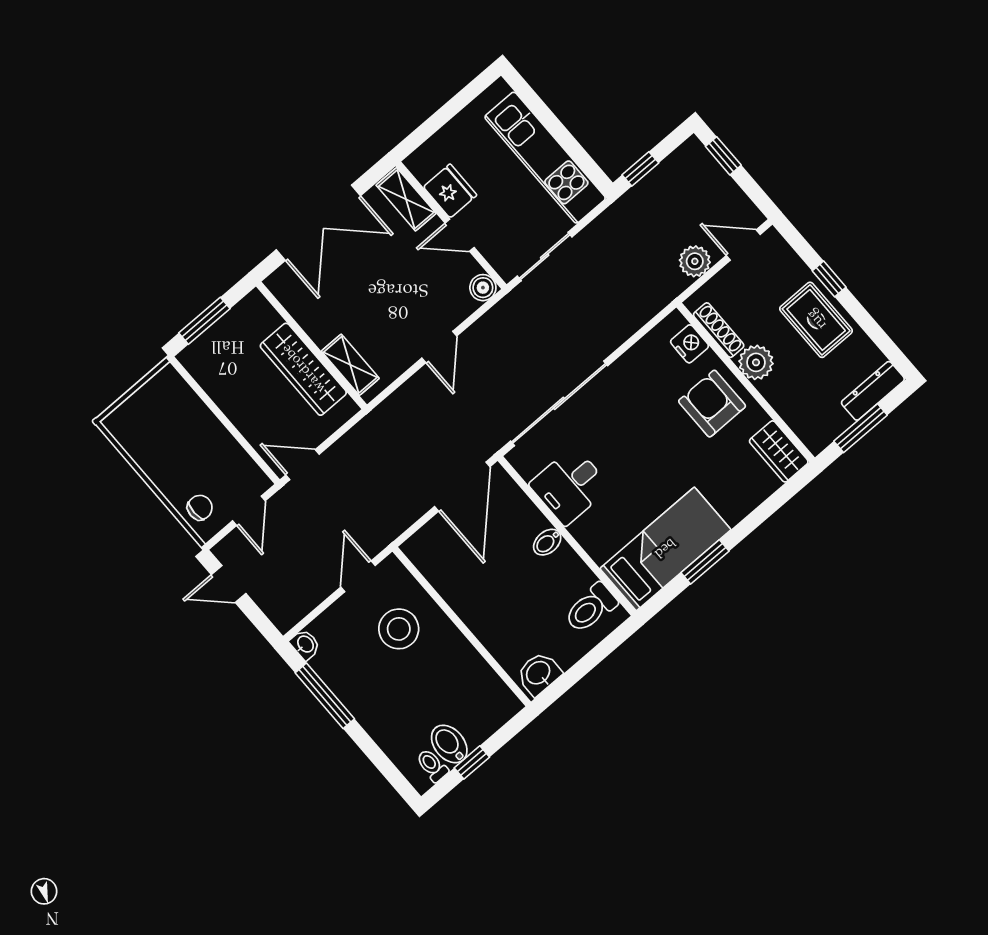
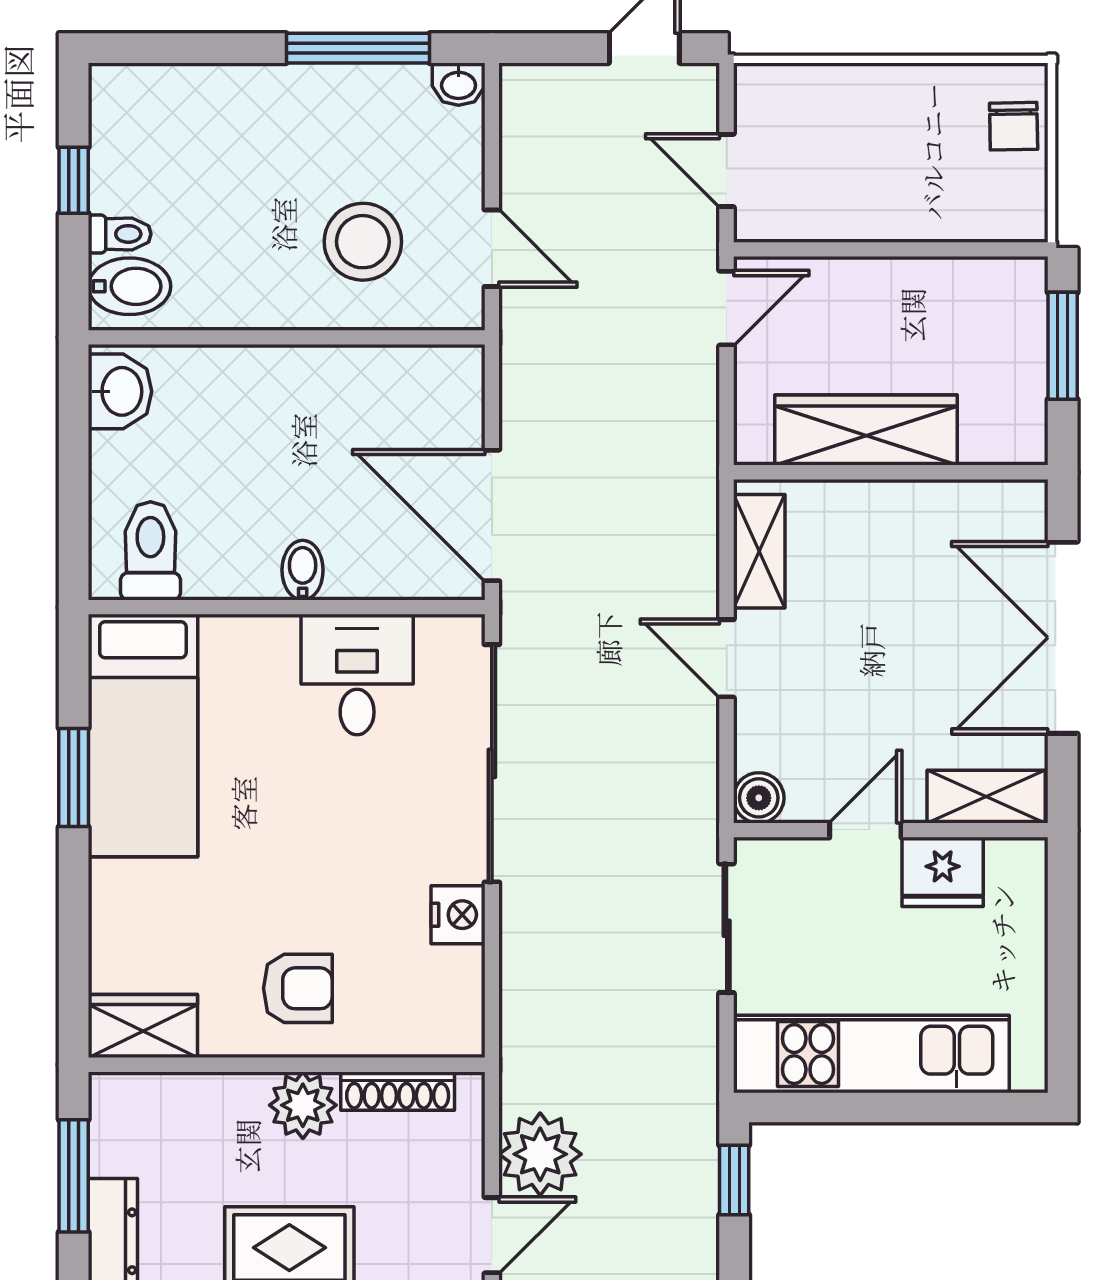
plant: (695, 261) -> (540, 1154), width x1.36, depth x1.36
nightstand: (690, 344) -> (458, 915), moved, turned -90
shelving: (350, 365) -> (759, 551), moved, turned 90
armchair: (712, 404) -> (298, 988), width x0.72, depth x0.72
chair: (200, 508) -> (1014, 126), moved
bidet: (449, 744) -> (129, 286), moved
toilet: (432, 765) -> (120, 234), moved

